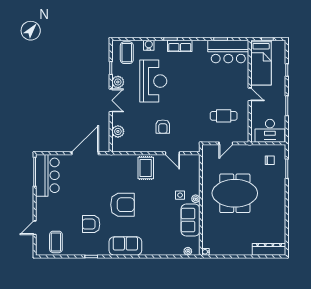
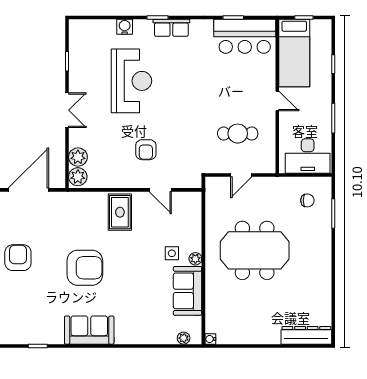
coffee table: (127, 53) -> (91, 38), removed
plant: (118, 82) -> (78, 177), moved
armchair: (91, 224) -> (18, 258), moved, turned 90

